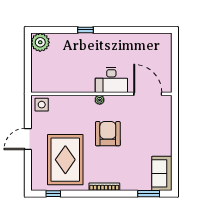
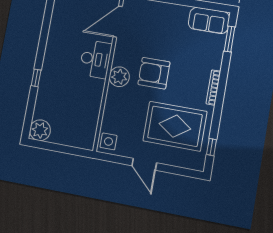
plant: (100, 100) -> (119, 77), width x1.88, depth x1.88

